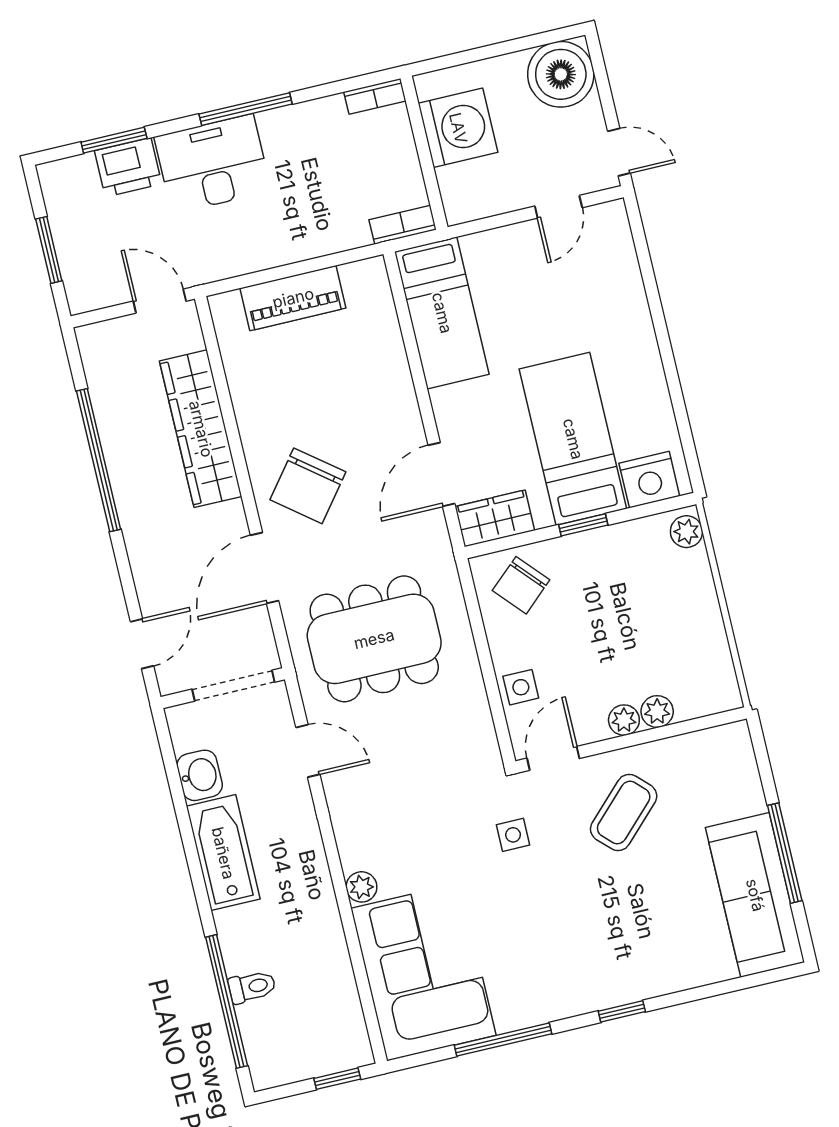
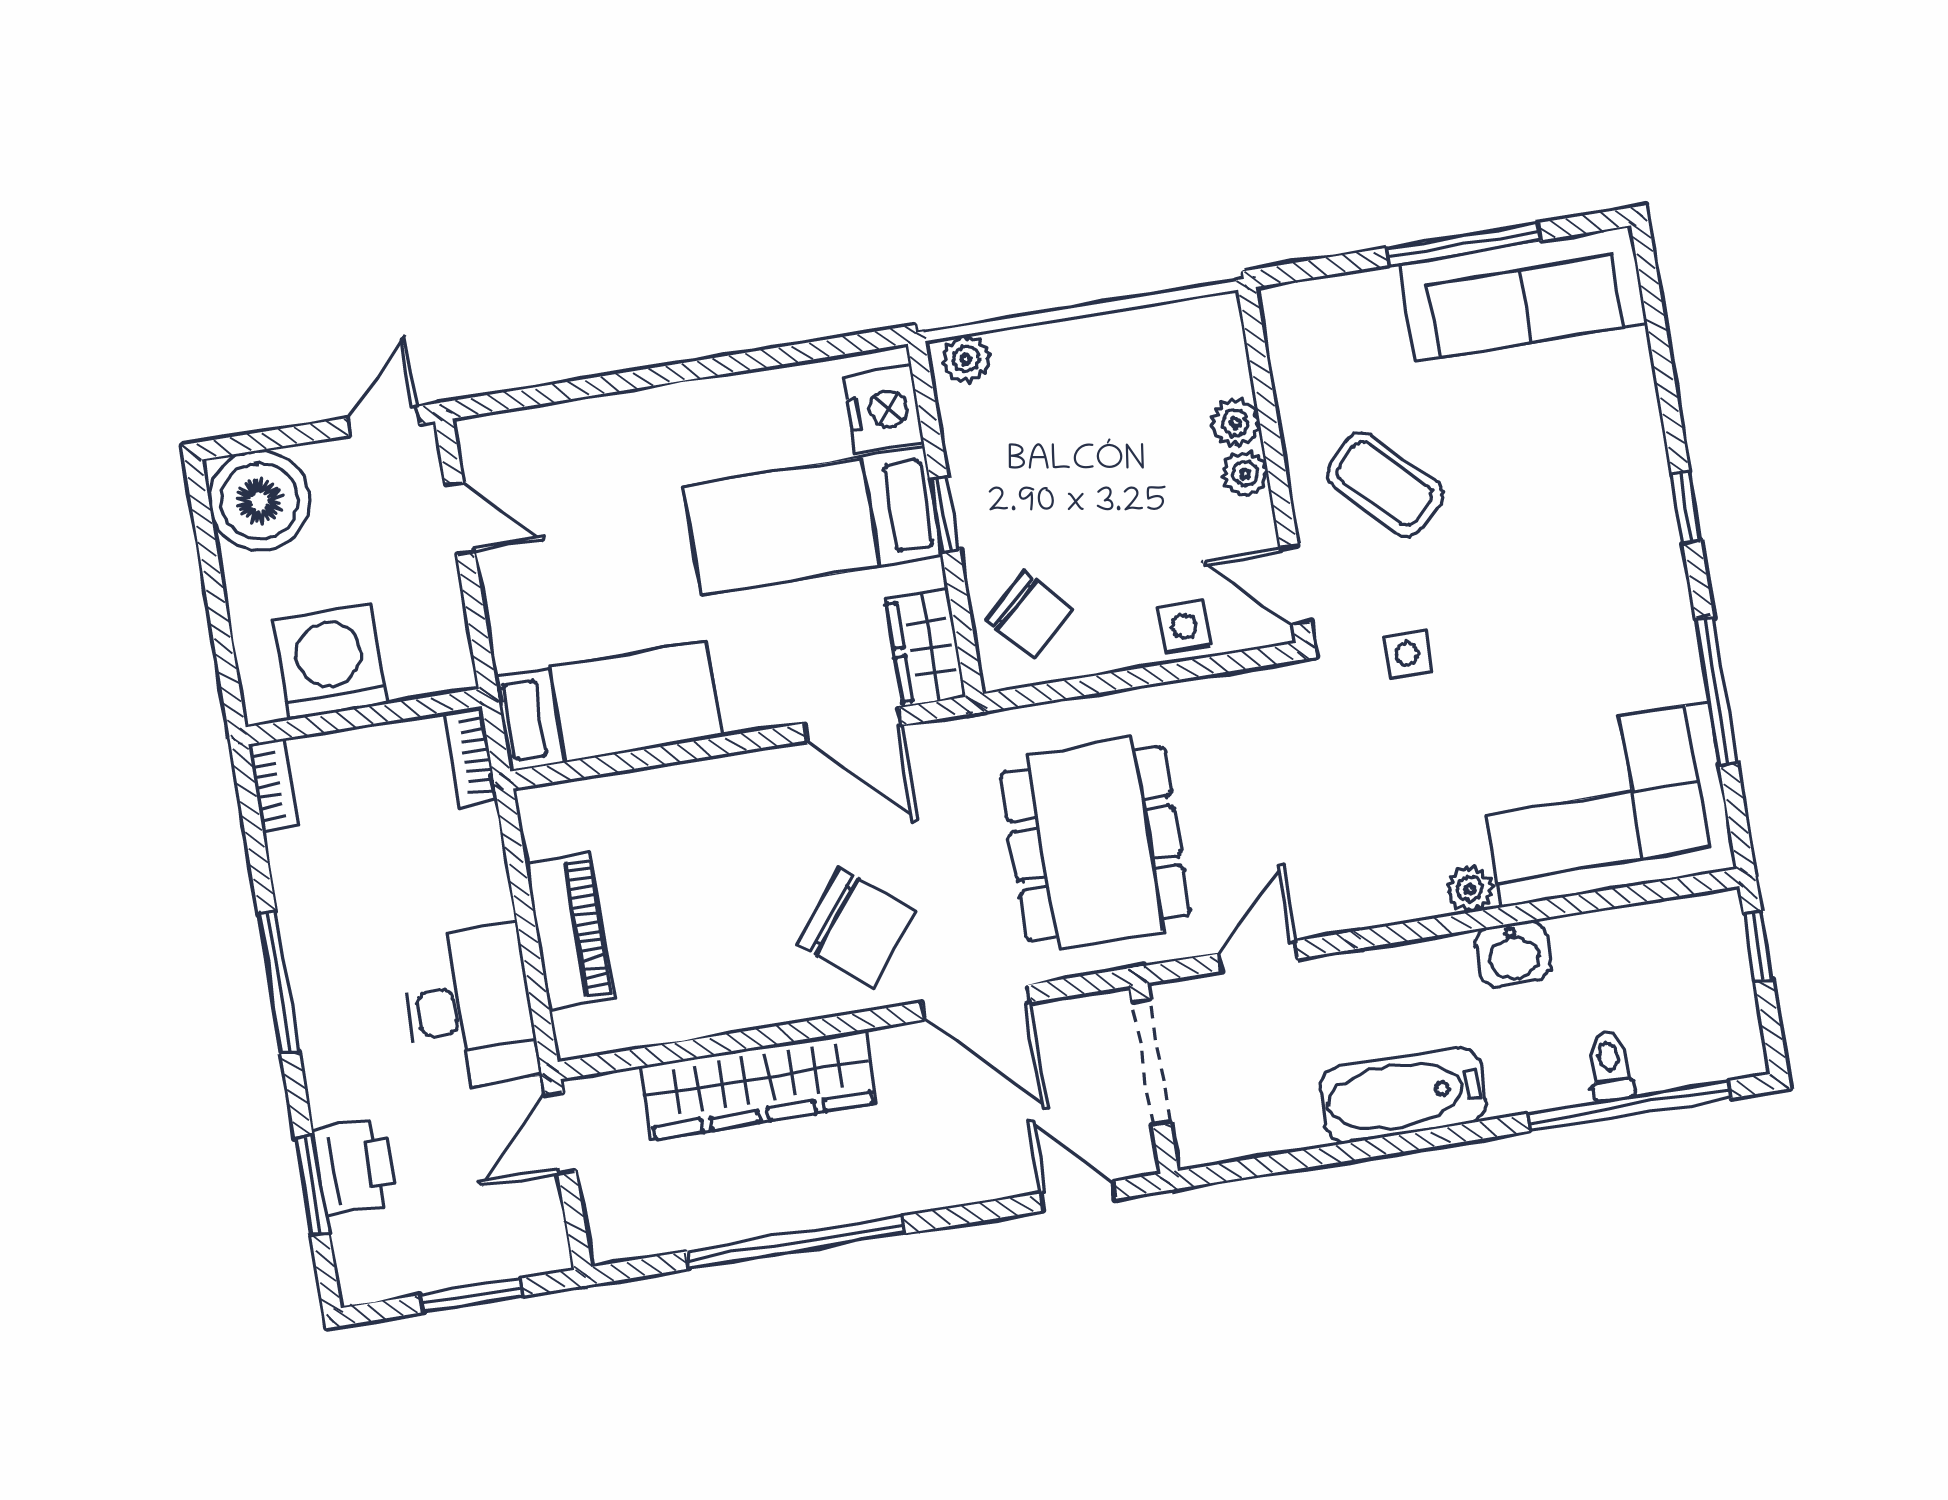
desk: (213, 164) -> (470, 1008), moved, turned 180
washbasin: (200, 775) -> (1513, 954), moved, turned 180

